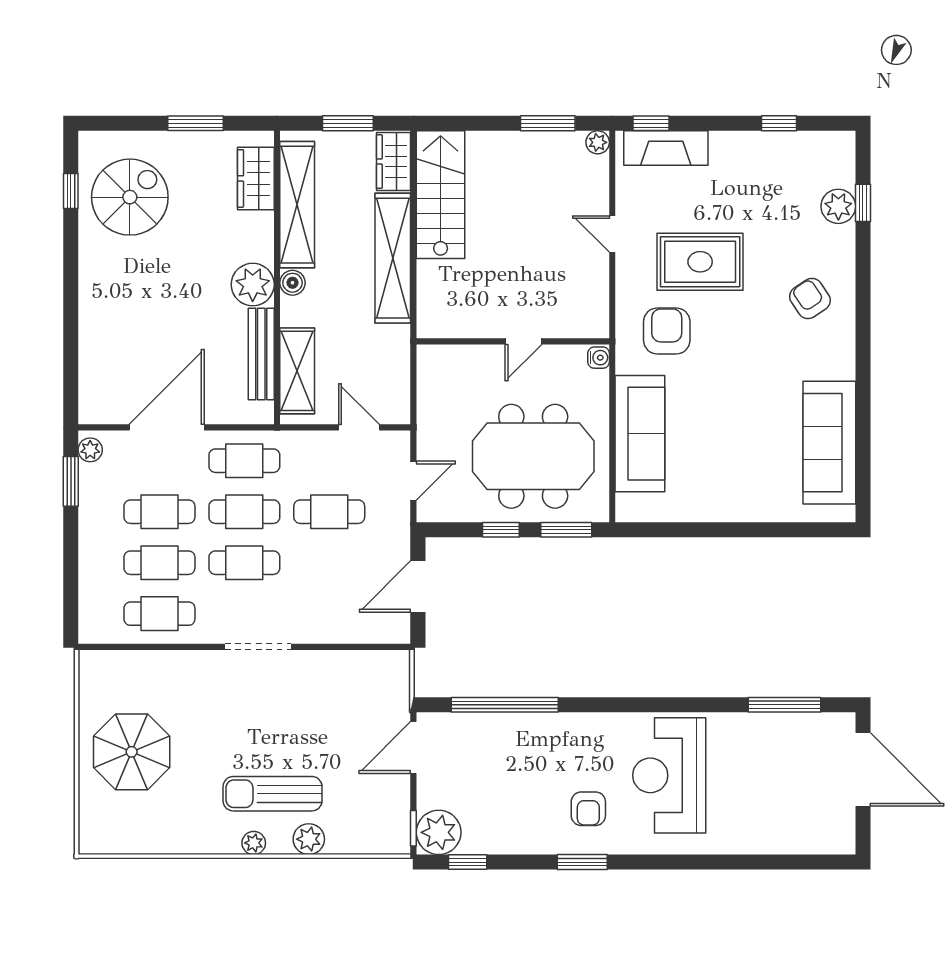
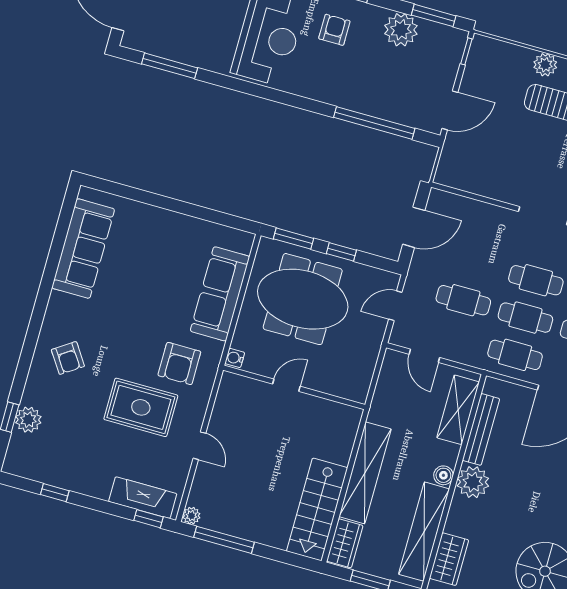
window: (548, 123) -> (224, 540), width x1.44
plant: (439, 832) -> (401, 30), moved
window: (468, 862) -> (434, 15), width x1.50

